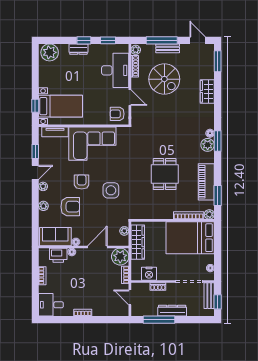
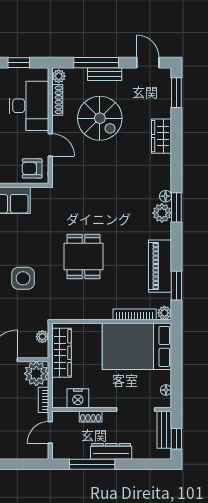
dining table: (165, 174) -> (84, 256), moved
door: (130, 297) -> (50, 432), hinge flipped

